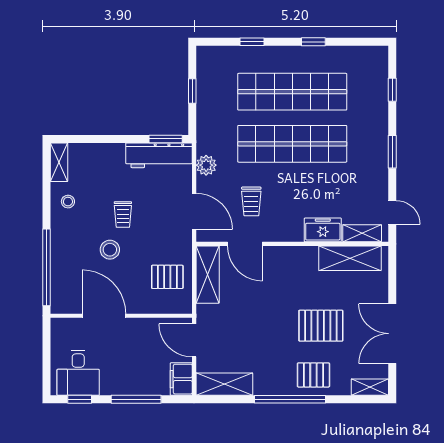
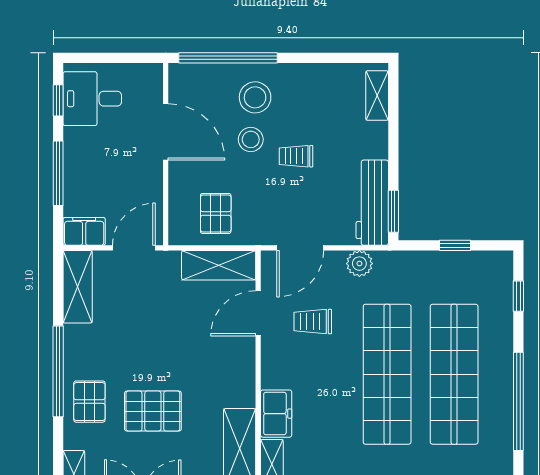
window: (252, 42) -> (518, 296), moved
window: (313, 42) -> (518, 401), width x3.17
shelving: (59, 162) -> (377, 96), moved, turned 90
stool: (68, 202) -> (255, 97), moved, width x1.89, depth x1.89
door: (104, 316) -> (166, 132), hinge flipped
pallet: (321, 326) -> (153, 411), turned 90

